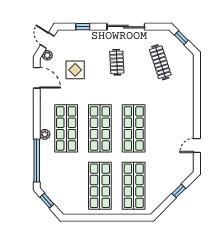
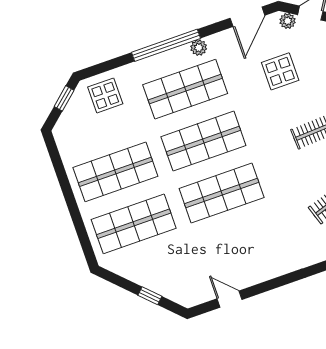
plant: (45, 134) -> (199, 48), moved
window: (37, 161) -> (166, 45), moved
display table: (54, 176) -> (105, 95), added

